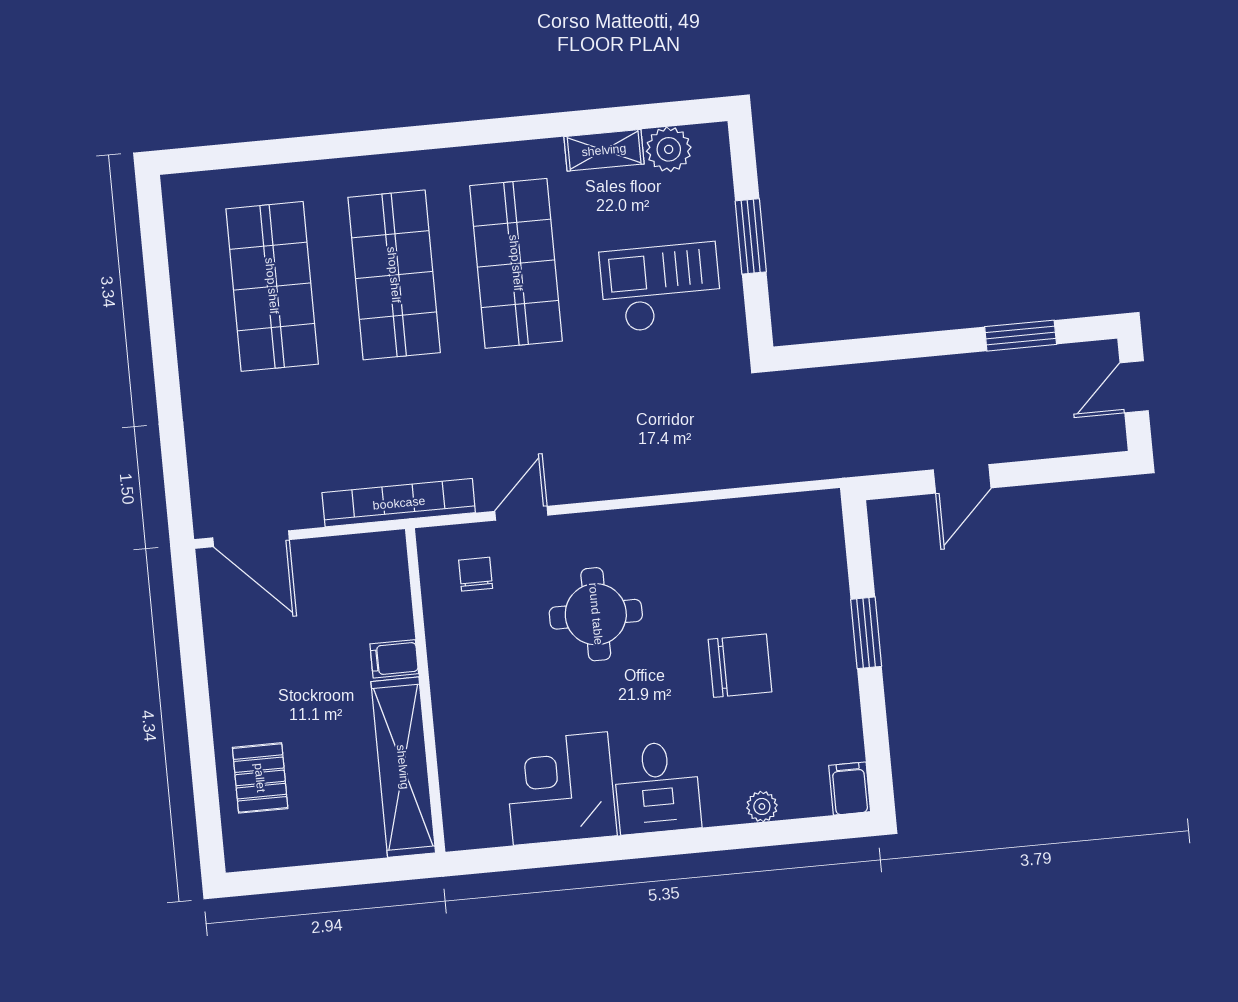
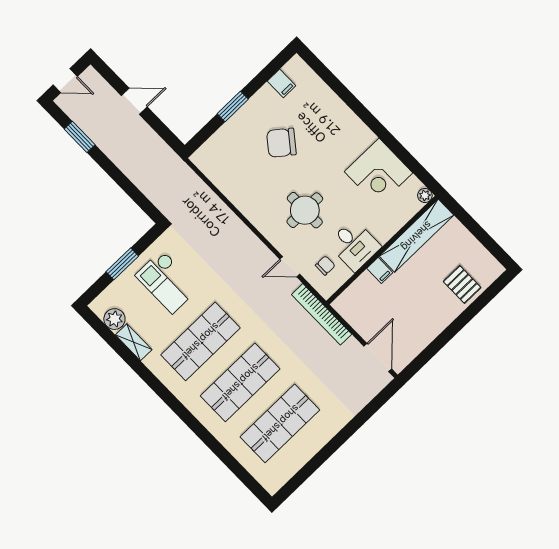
door: (962, 479) -> (134, 101), moved
chair: (476, 574) -> (325, 266), turned 180
chair: (740, 666) -> (281, 143), turned -52
pallet: (260, 778) -> (462, 285), turned 90
desk: (657, 787) -> (354, 245), moved, turned 90
filing cabinet: (850, 789) -> (282, 83), moved, turned -90
plant: (762, 806) -> (425, 195), moved

